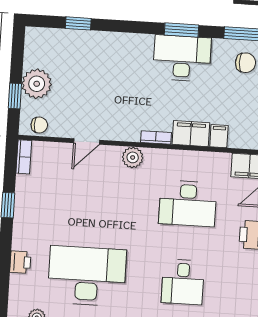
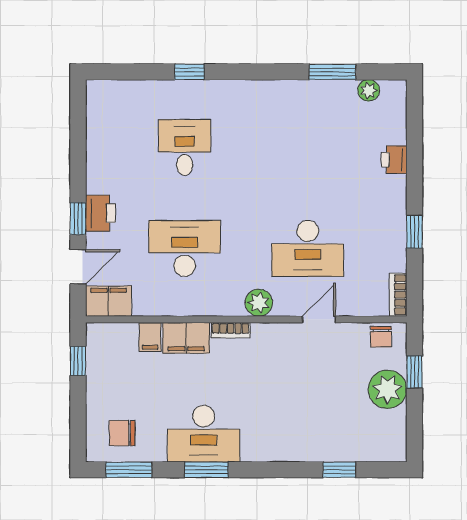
chair: (39, 125) -> (381, 337), turned -90
desk: (87, 276) -> (308, 248), moved, width x0.73, depth x0.77

